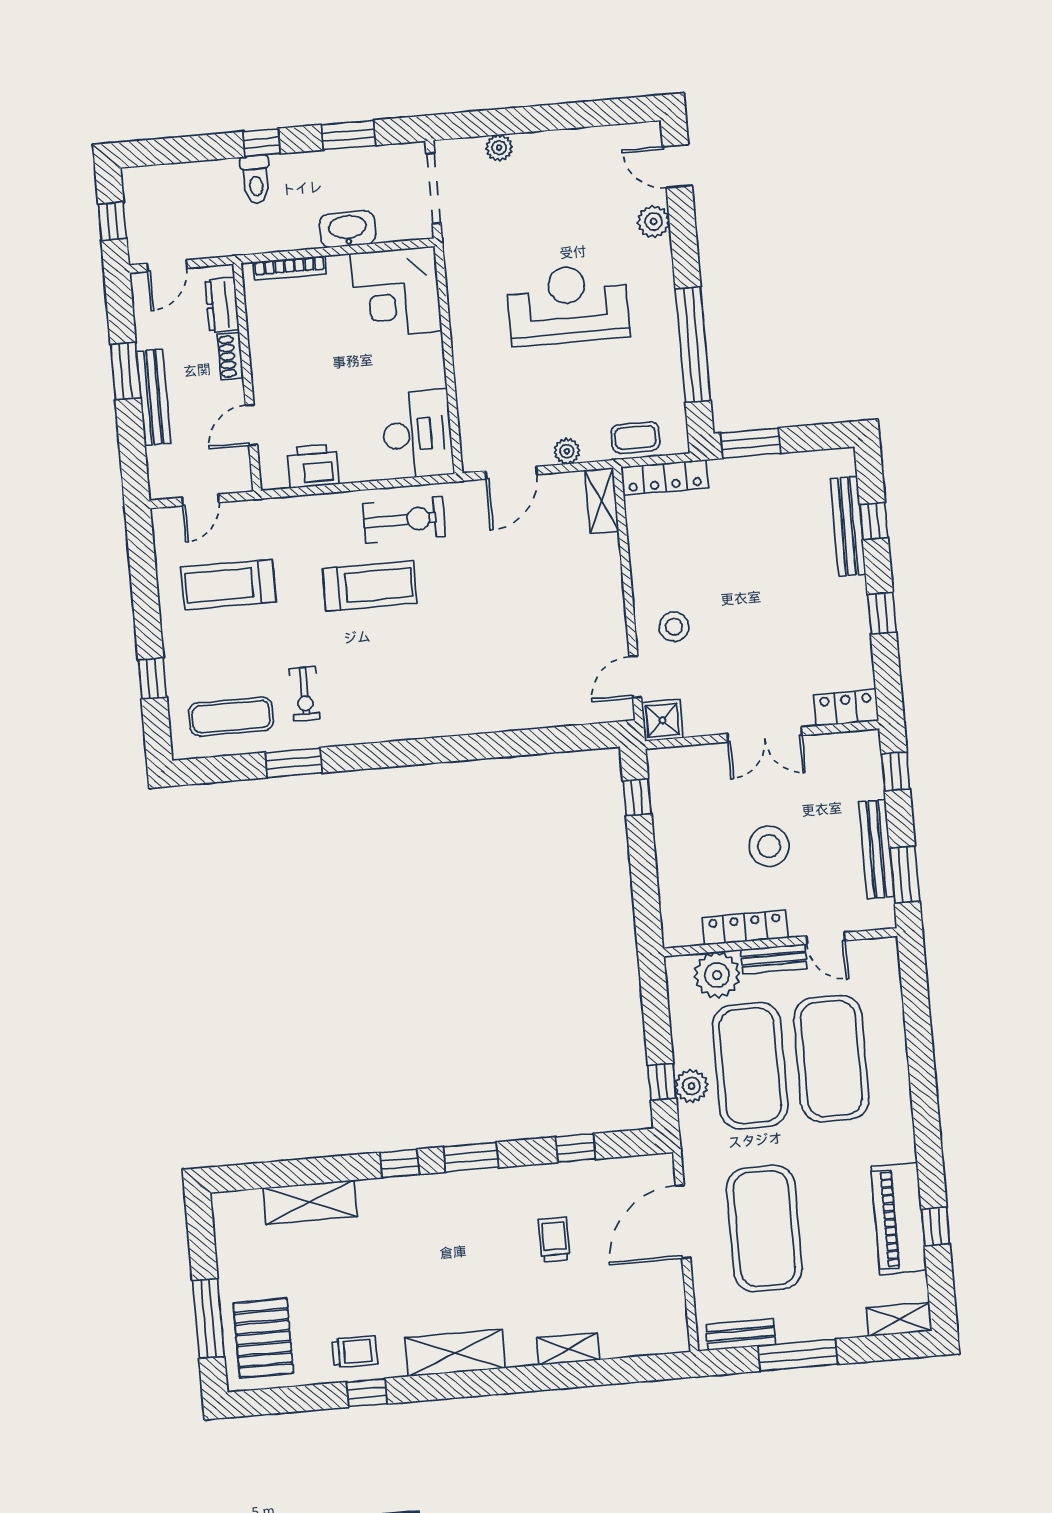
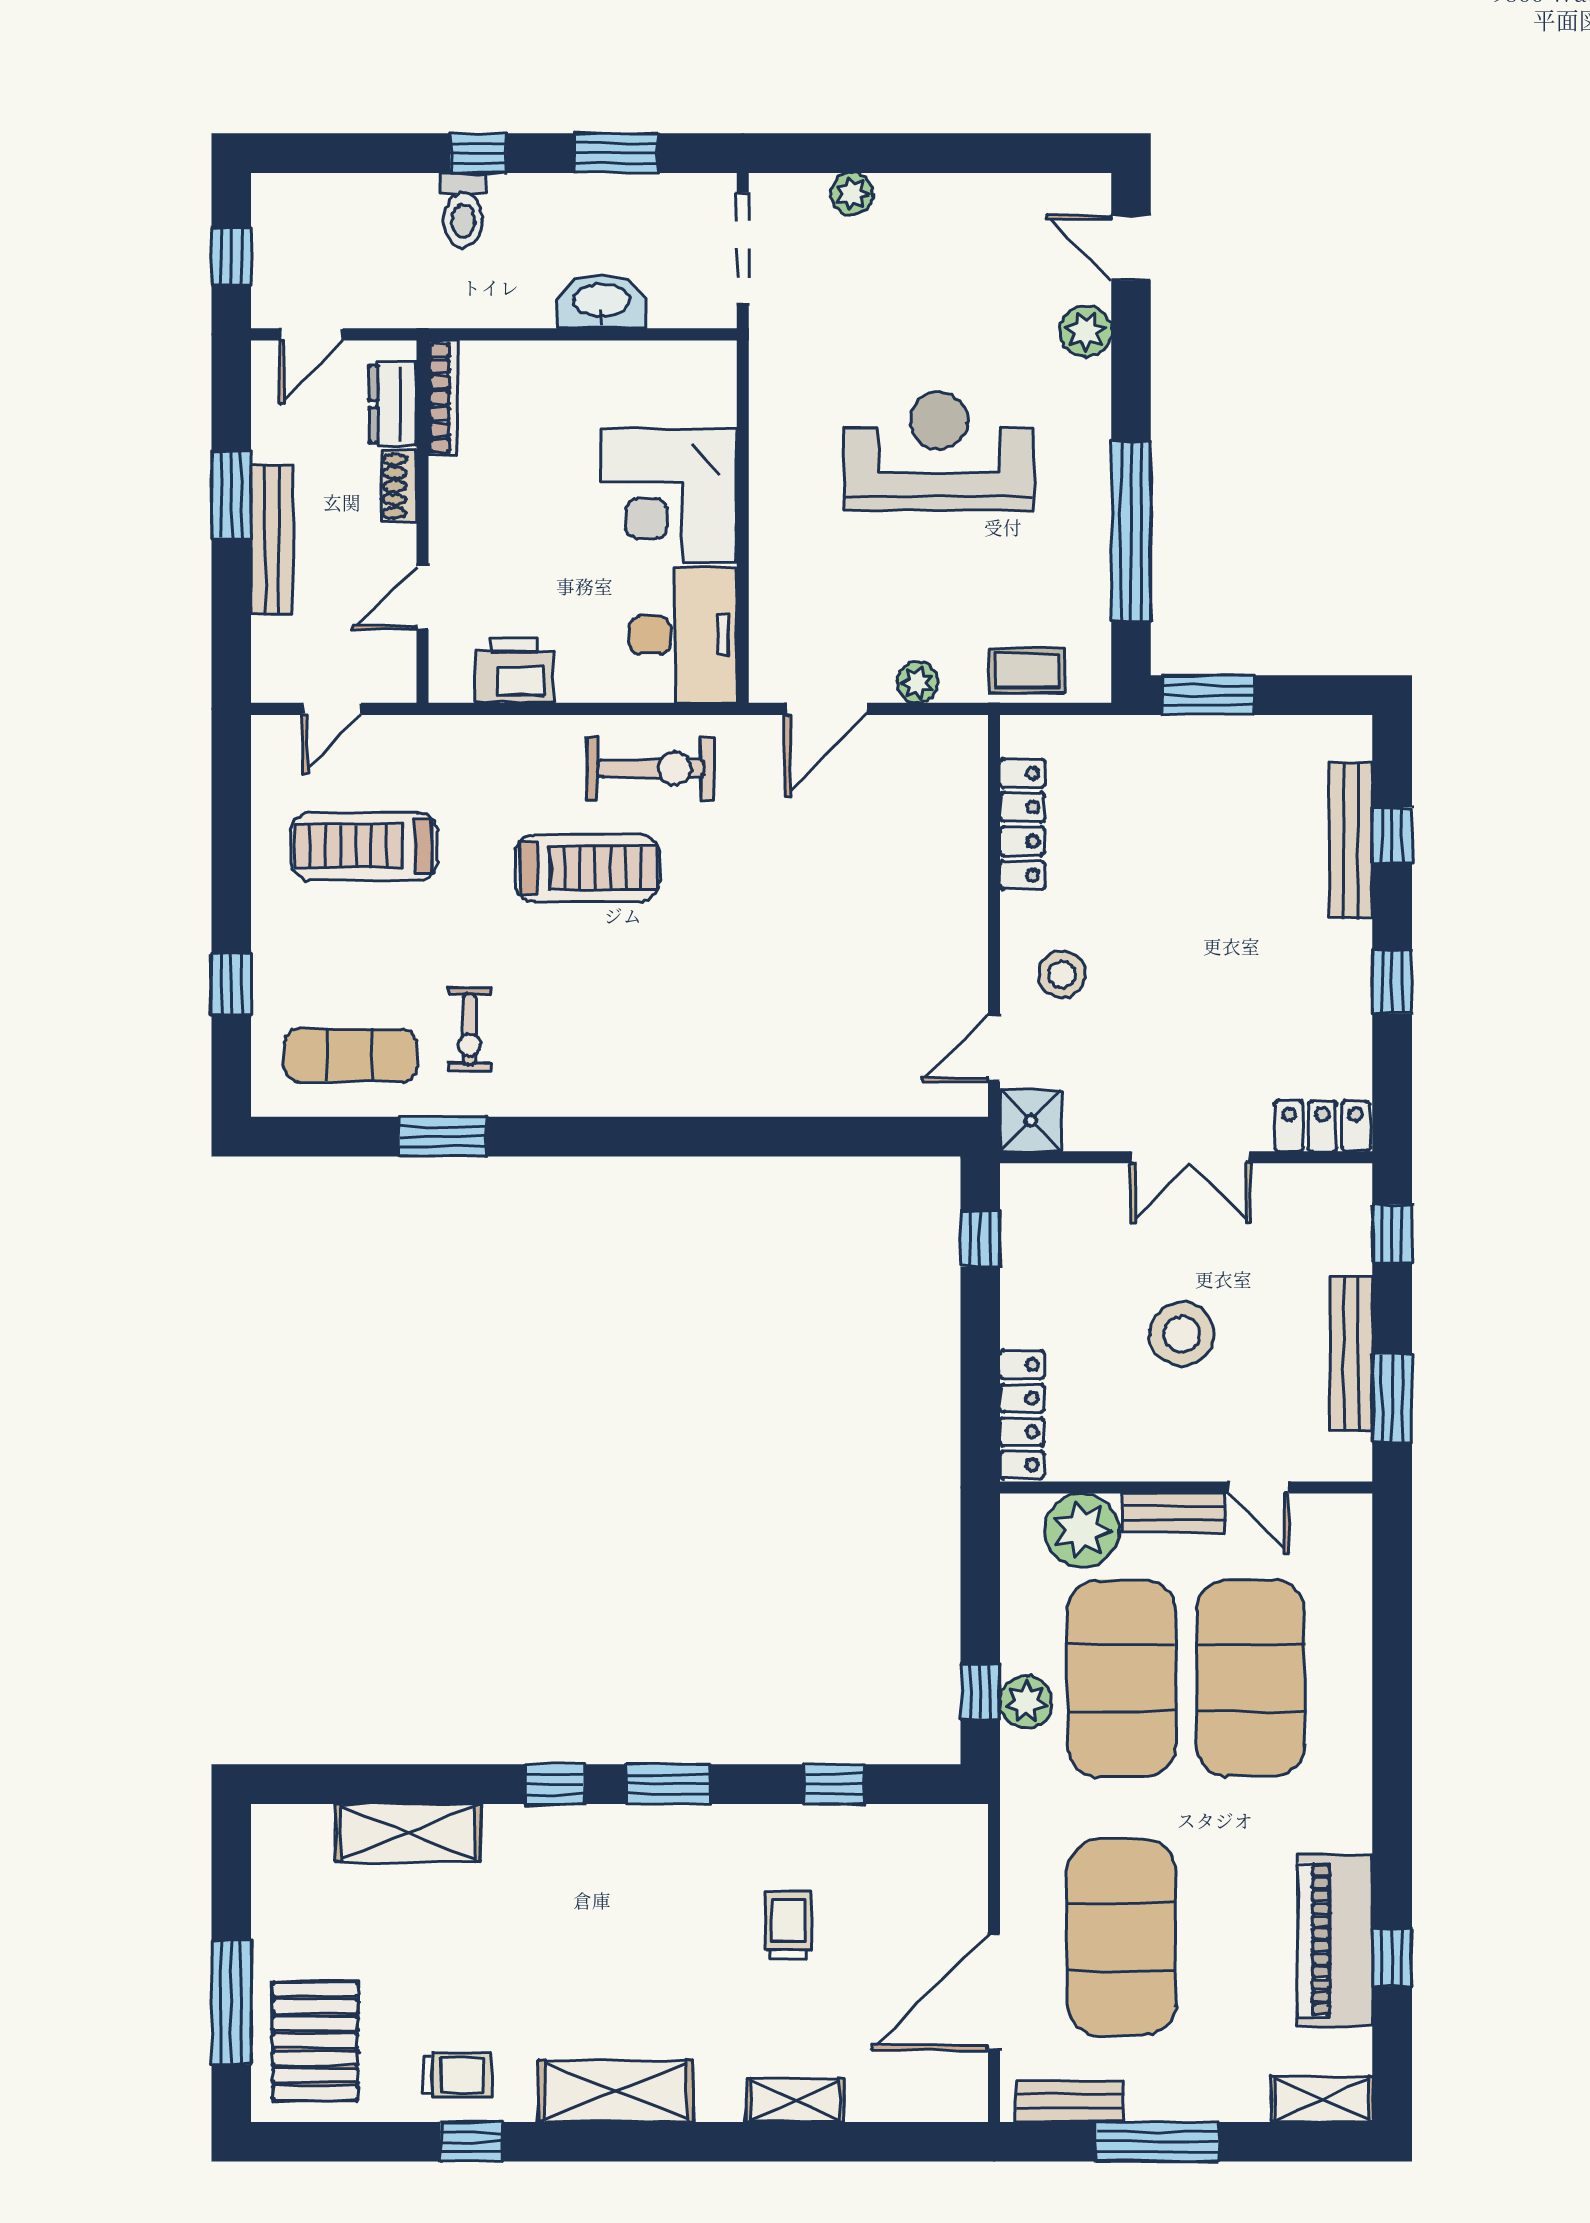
bookcase: (290, 268) -> (443, 398), moved, turned -90
corner desk: (396, 292) -> (669, 496), moved
locker: (665, 477) -> (1022, 824), moved, turned -90
shelving: (602, 501) -> (965, 765), removed
locker: (745, 928) -> (1022, 1415), moved, turned 90
door: (683, 1222) -> (994, 1992), moved

